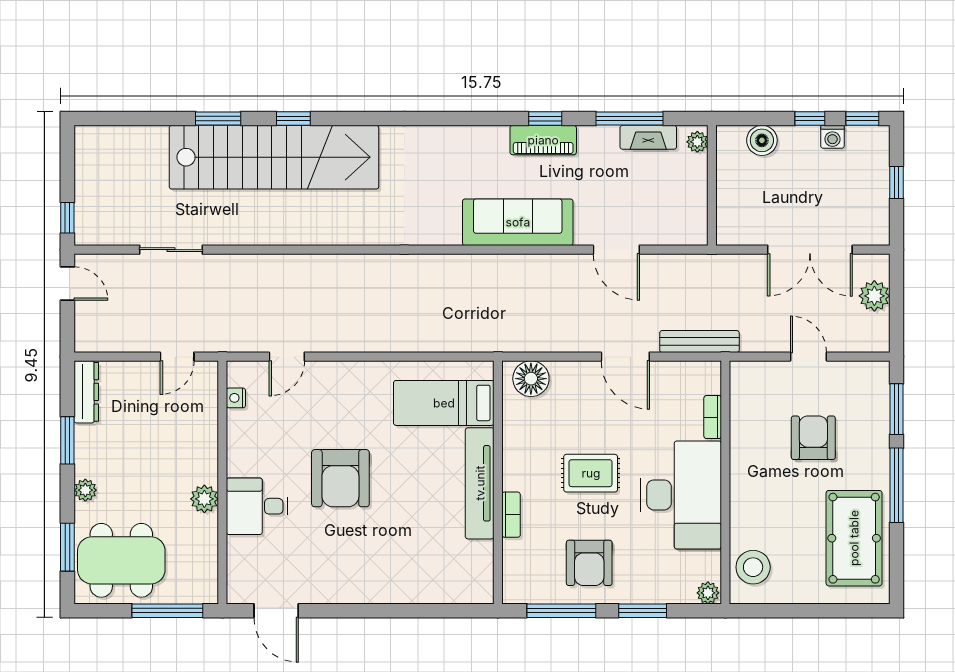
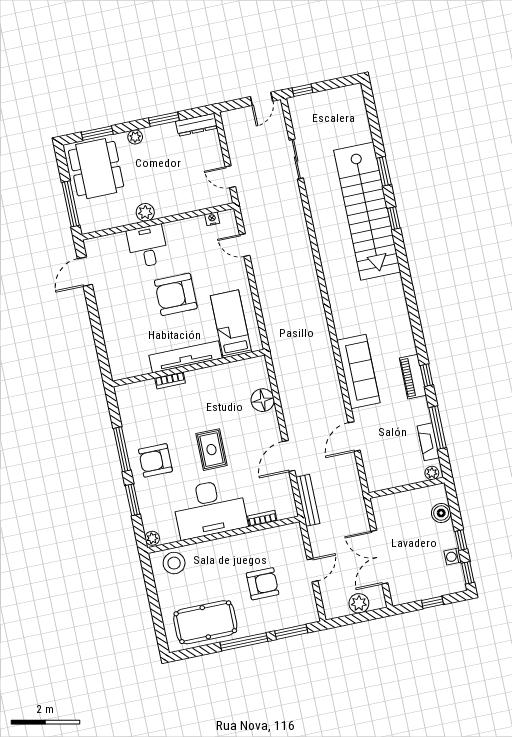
bed: (444, 403) -> (231, 324), moved
wall: (498, 482) -> (188, 368), moved
tv unit: (480, 483) -> (185, 357), moved
bookcase: (511, 515) -> (170, 380), moved

